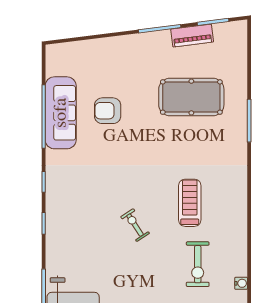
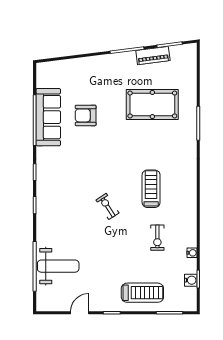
exercise bike: (198, 264) -> (157, 238), width x0.73, depth x0.72

